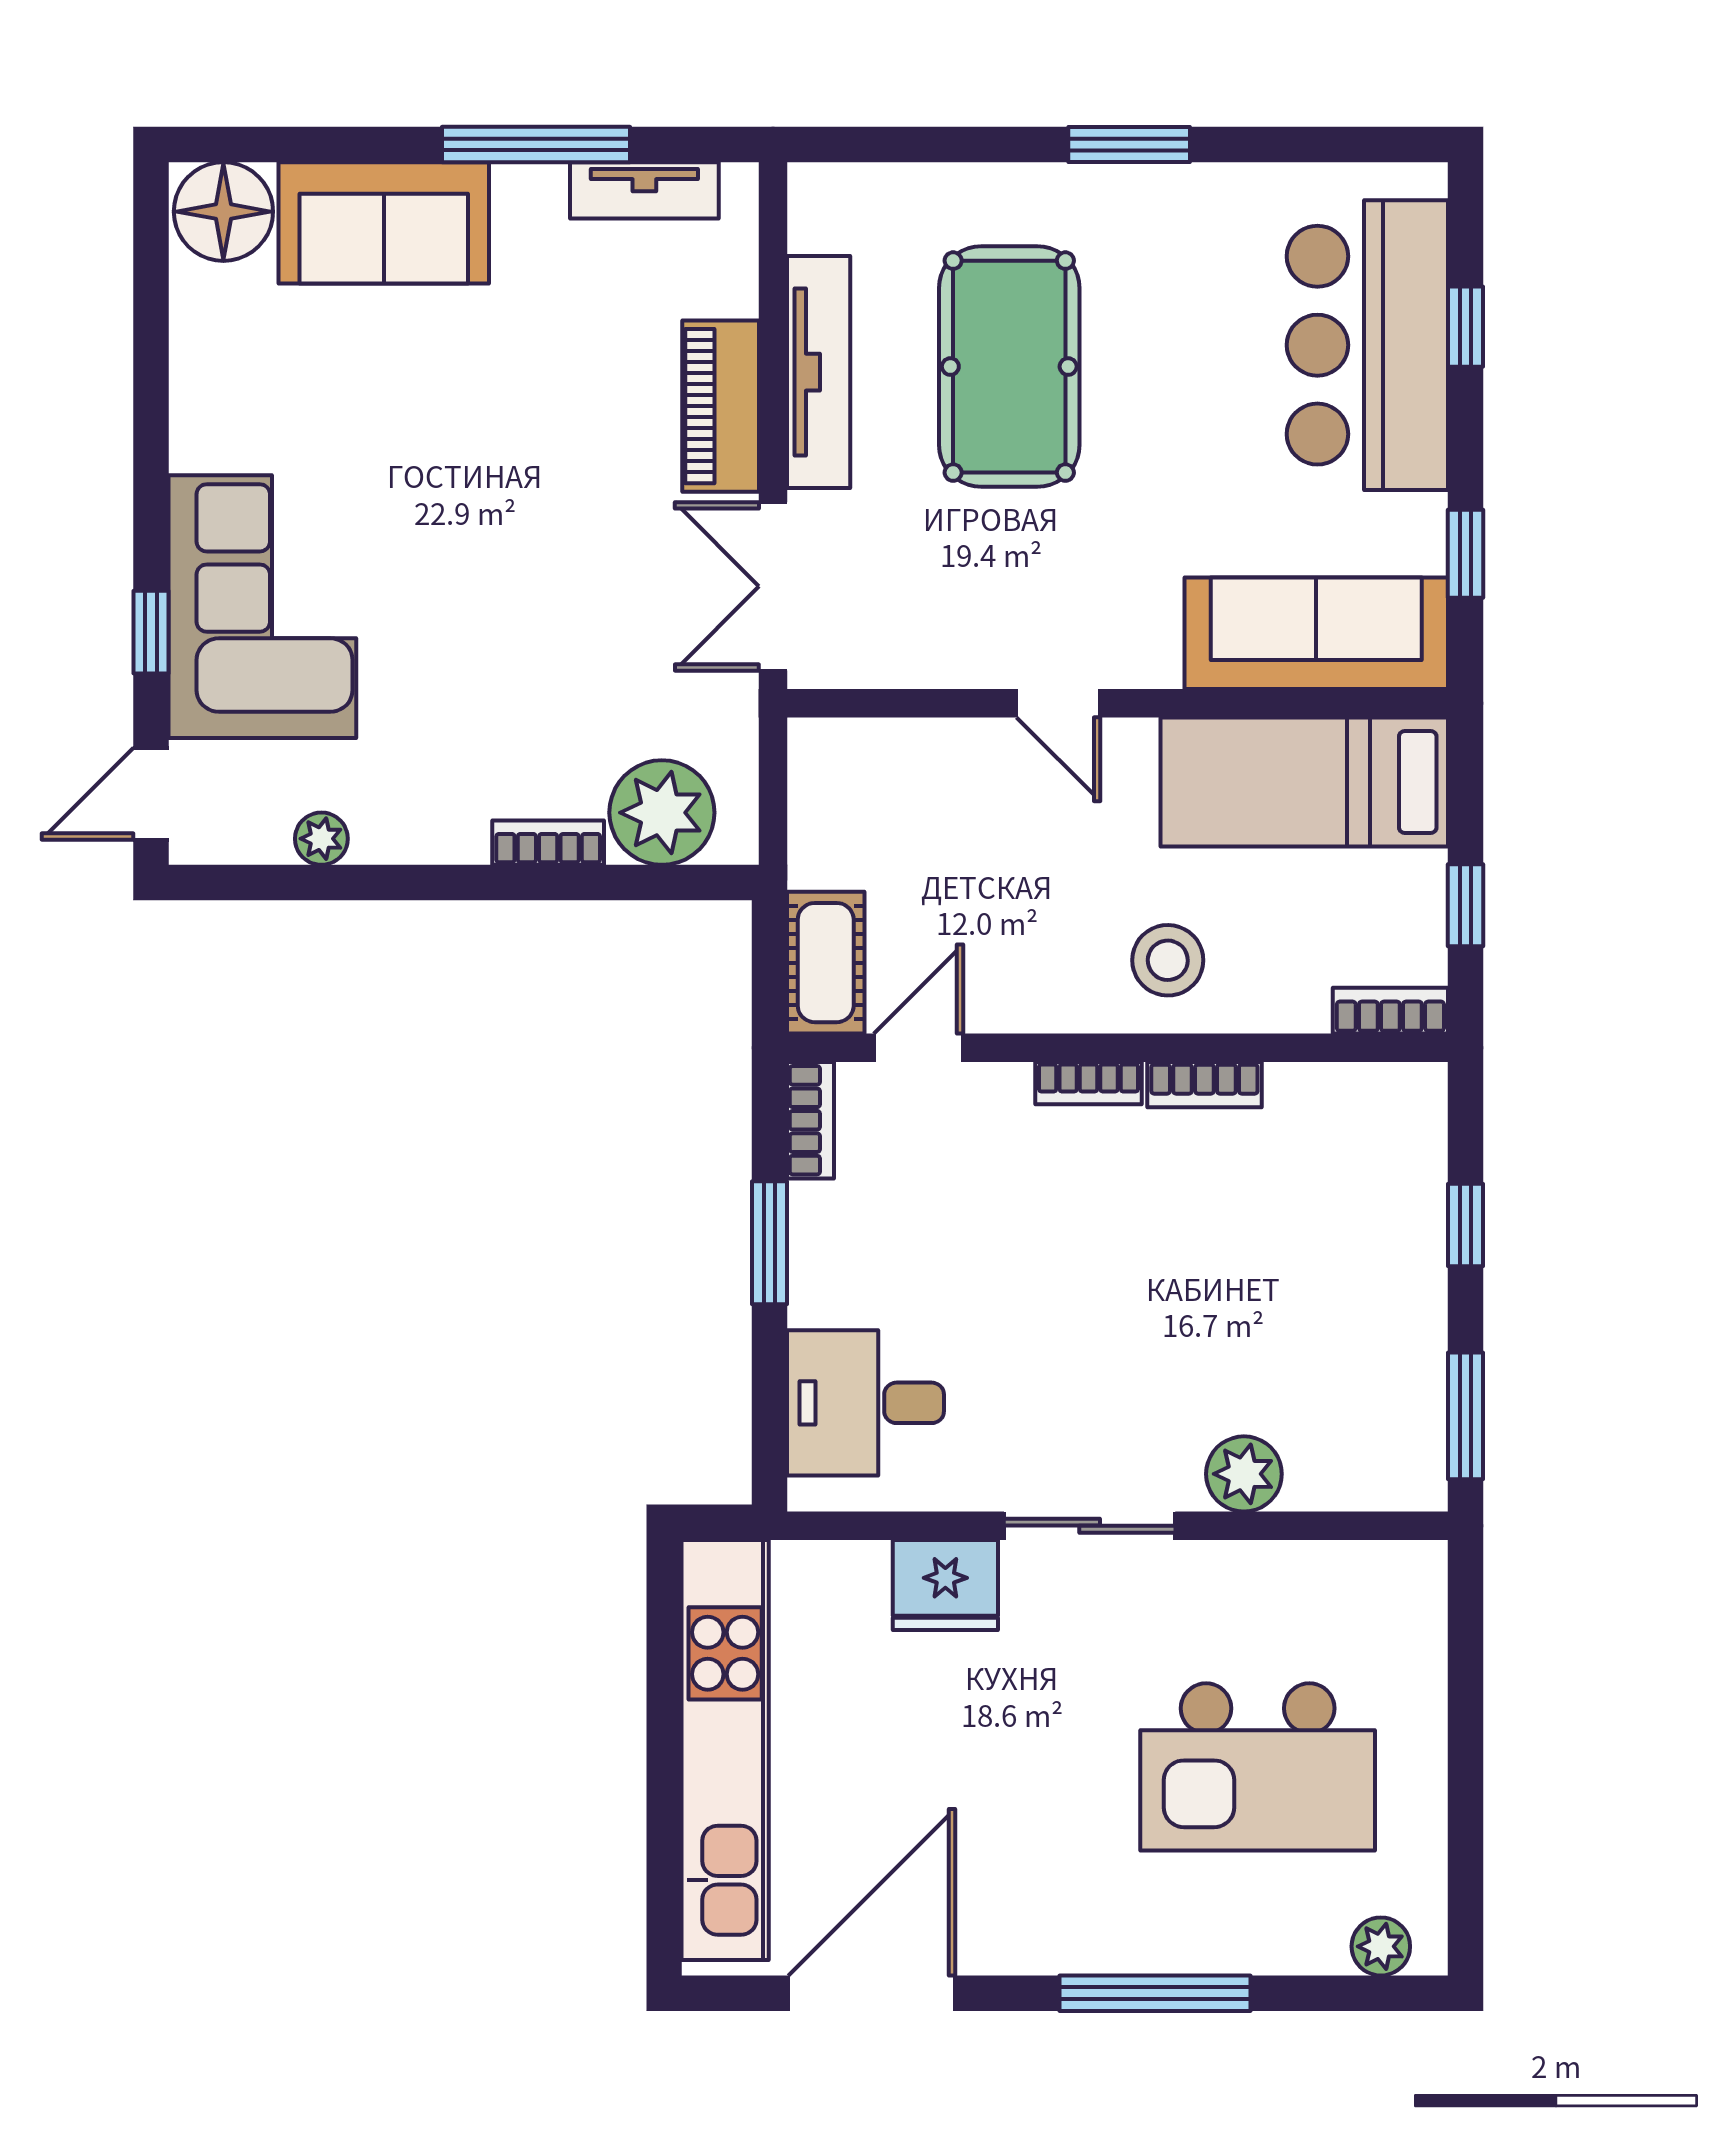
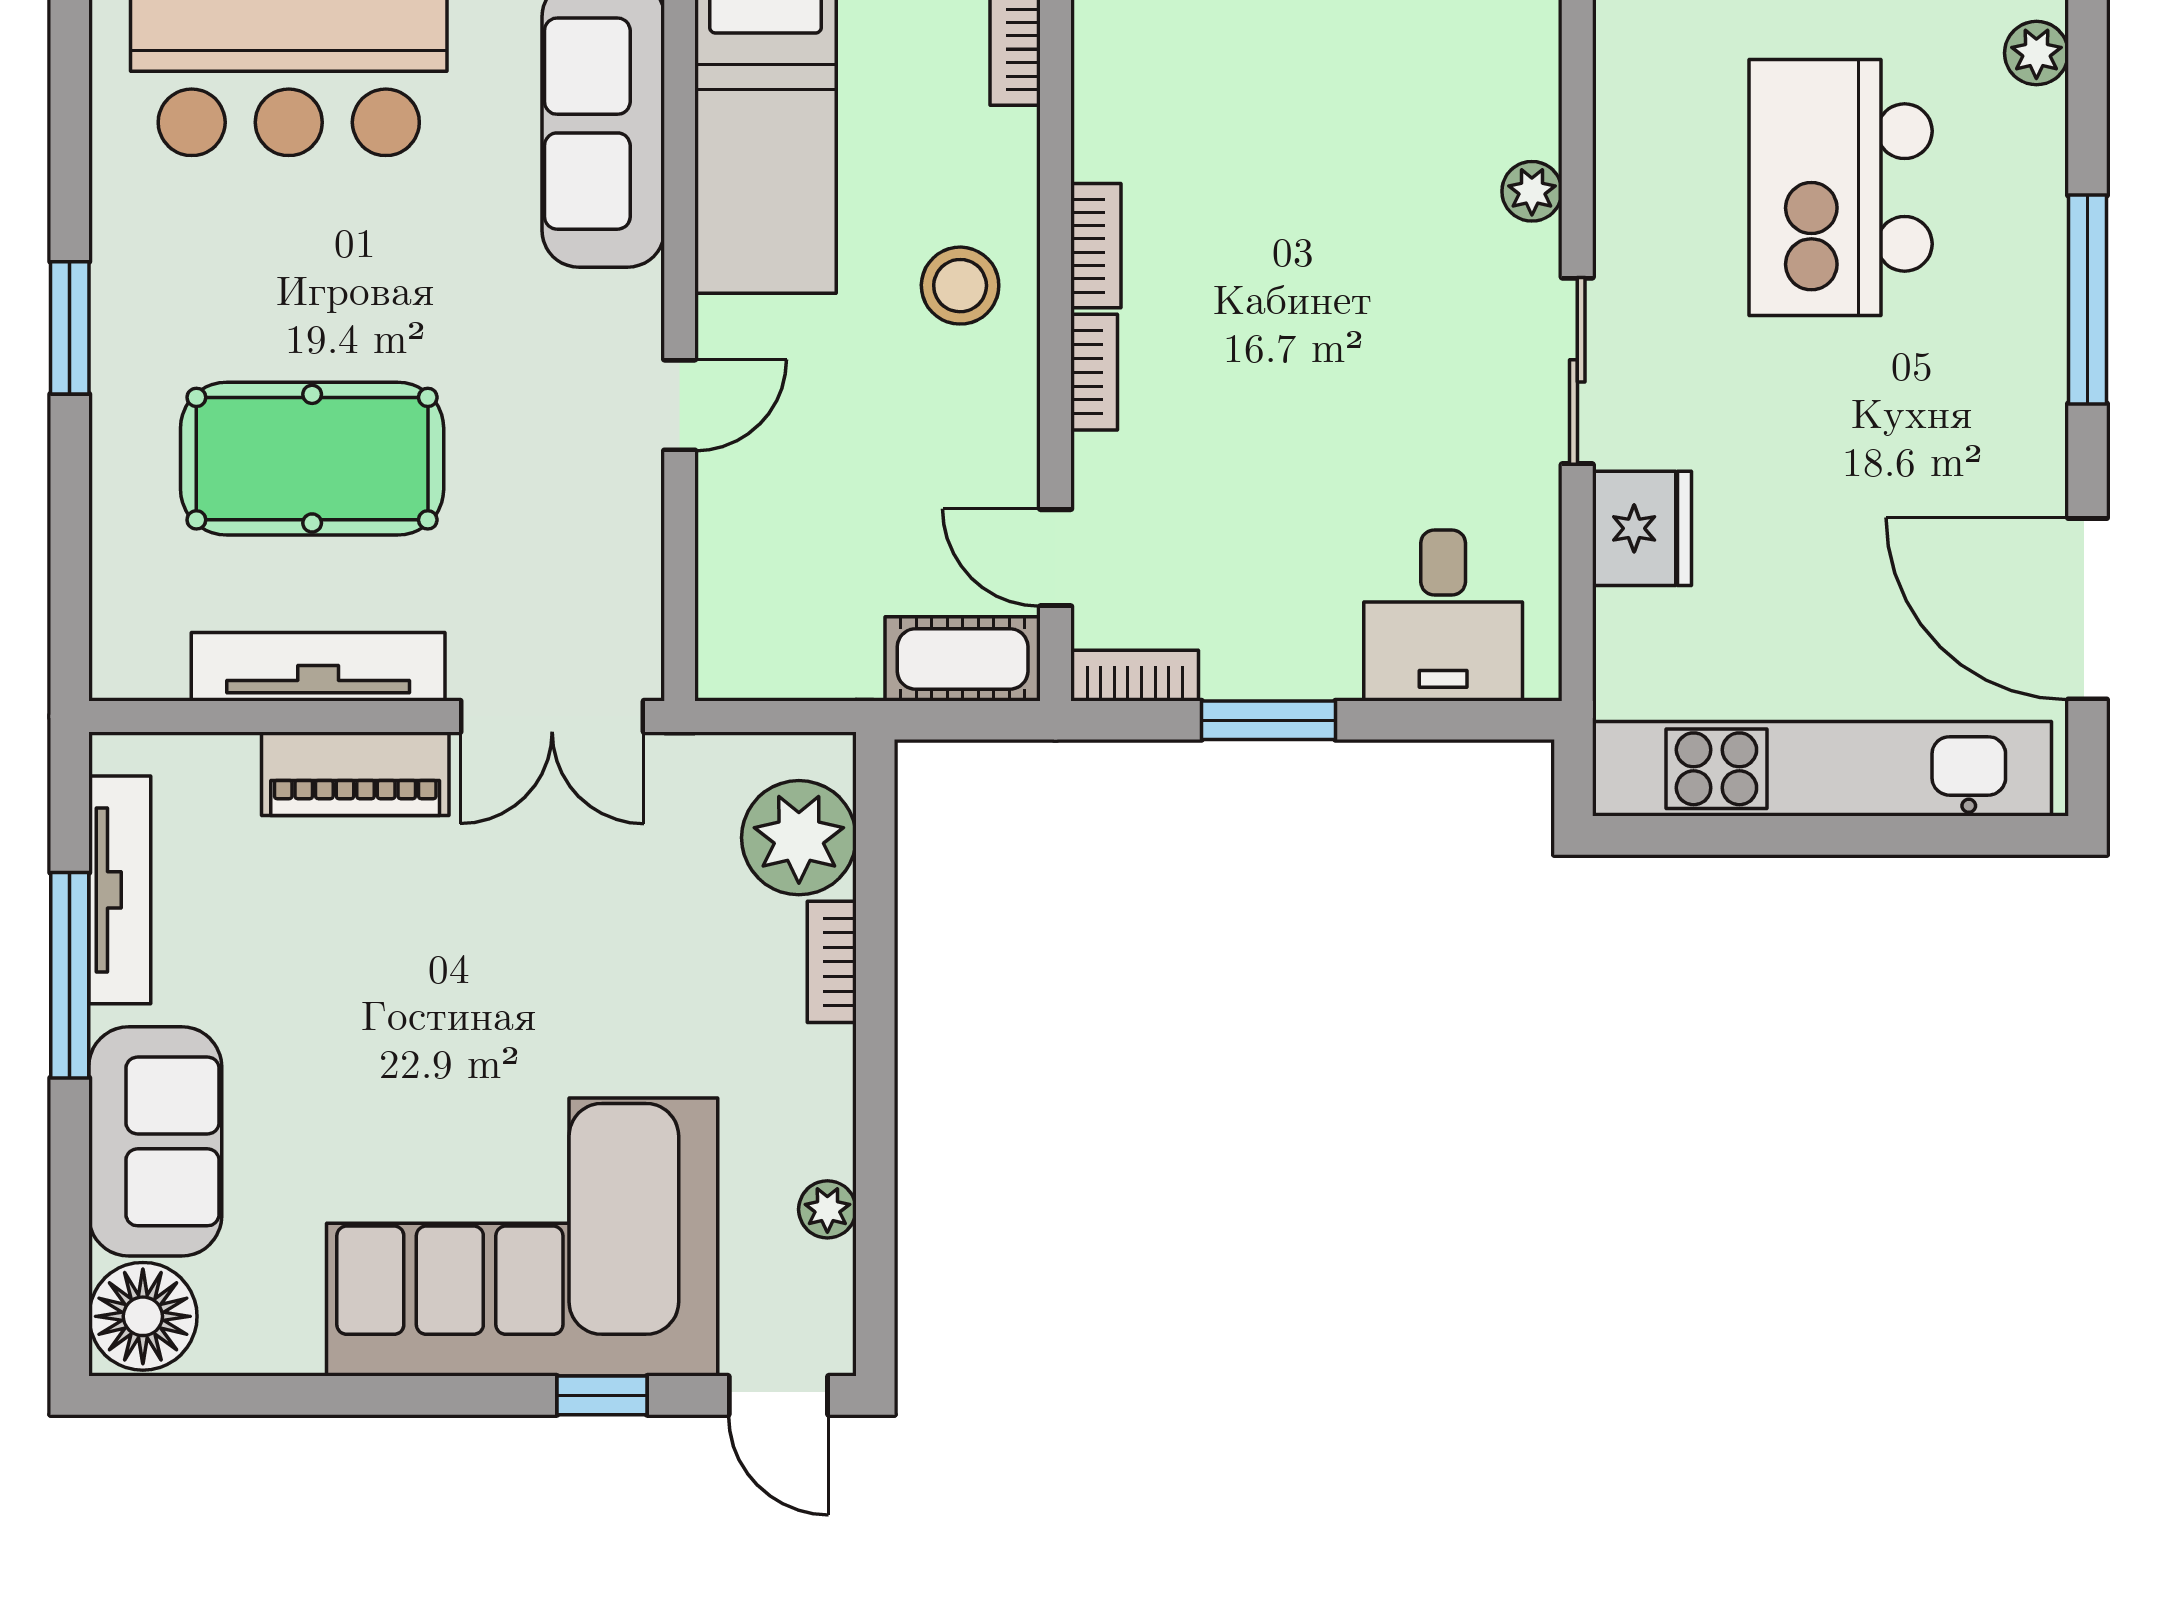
tv unit: (644, 190) -> (120, 890), width x1.41
corner sofa: (262, 607) -> (522, 1237), width x1.36, depth x1.36
plant: (1244, 1474) -> (1532, 191), width x0.73, depth x0.73
kitchen island: (1258, 1767) -> (1841, 187), turned 180

